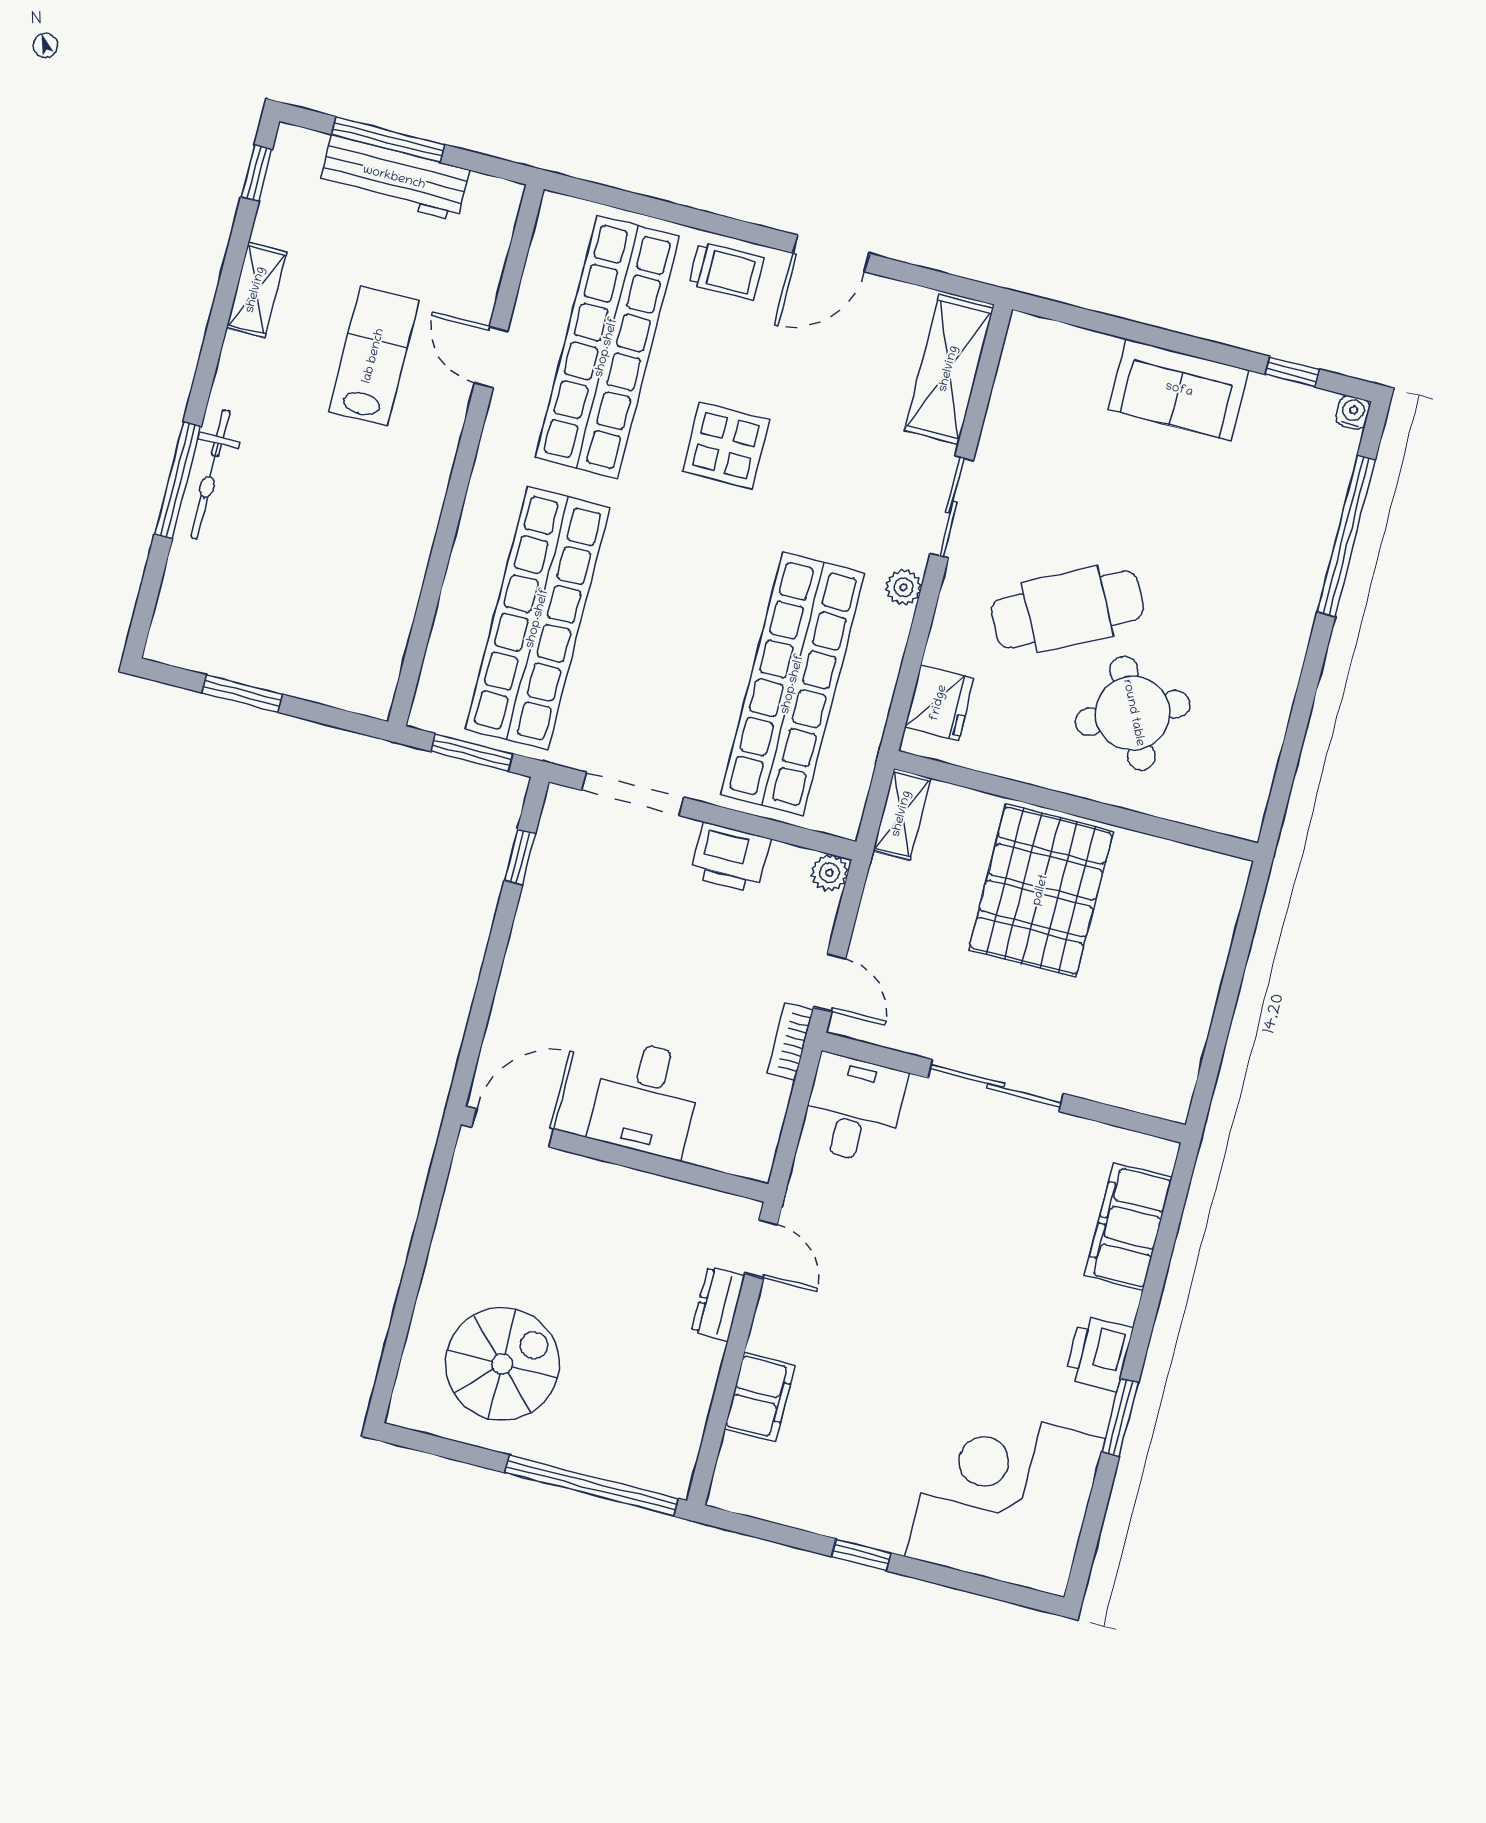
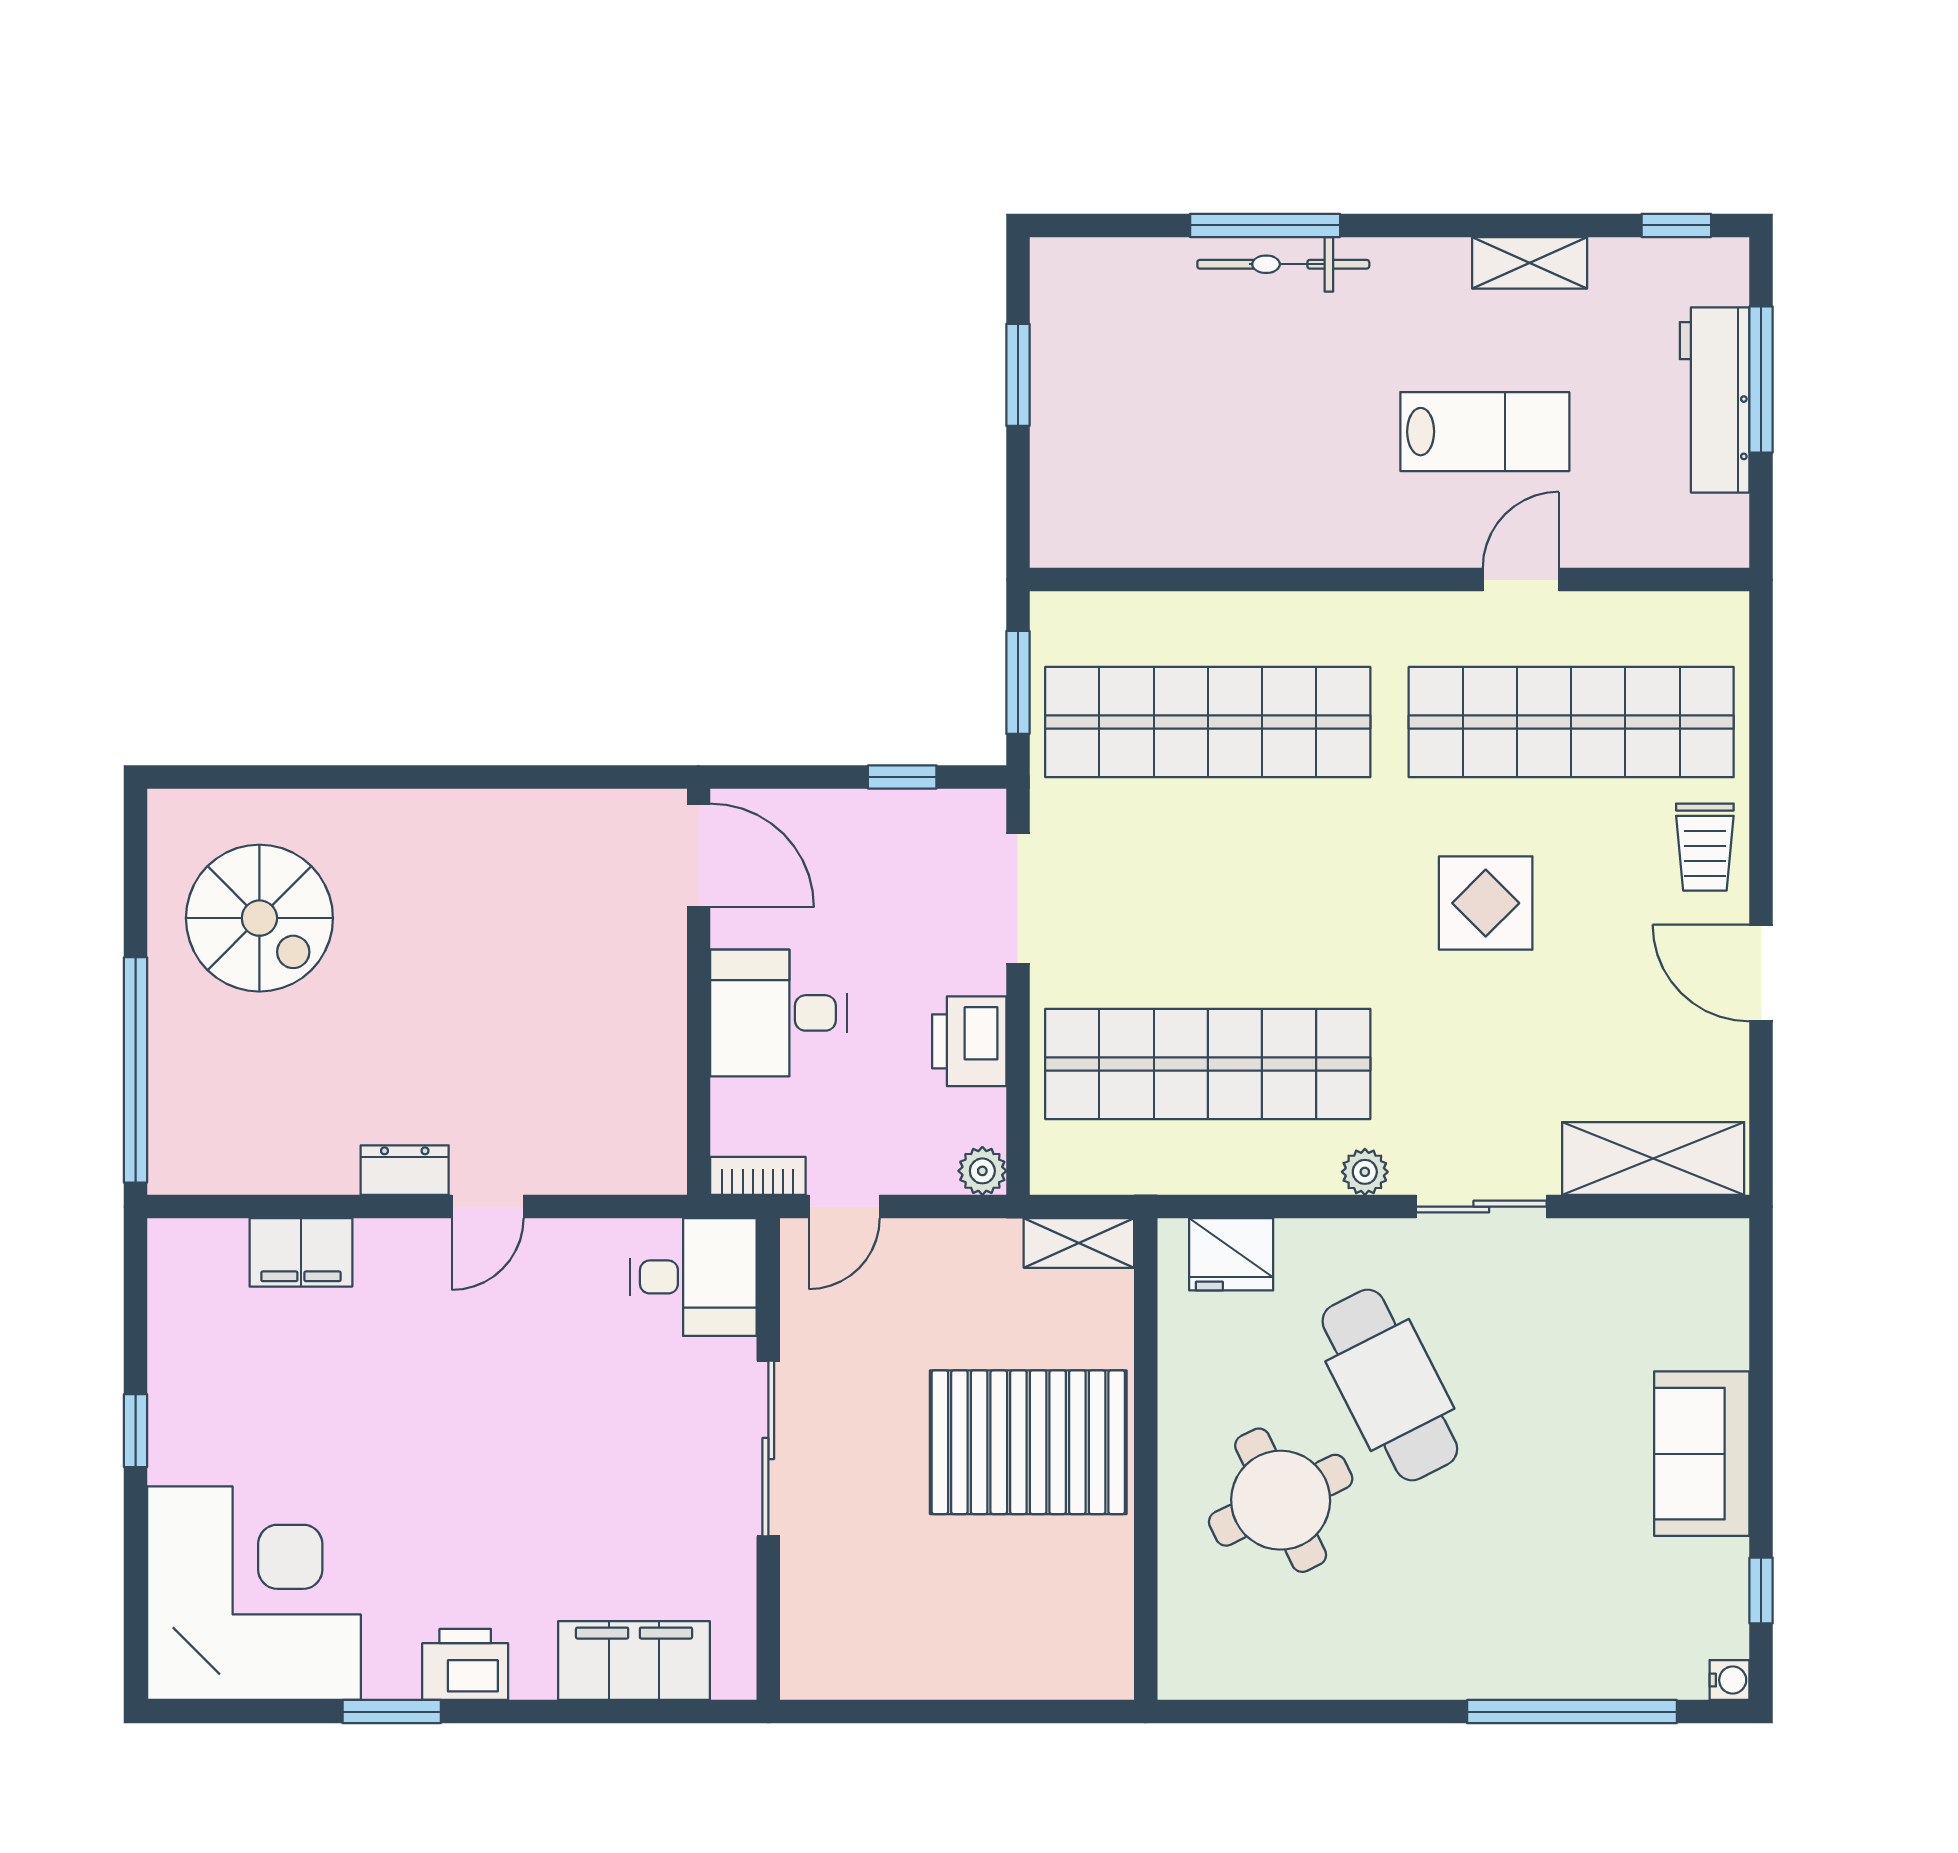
desk: (646, 1099) -> (779, 1013), moved
door: (513, 1128) -> (699, 855), moved
wall: (615, 1154) -> (699, 992), moved

